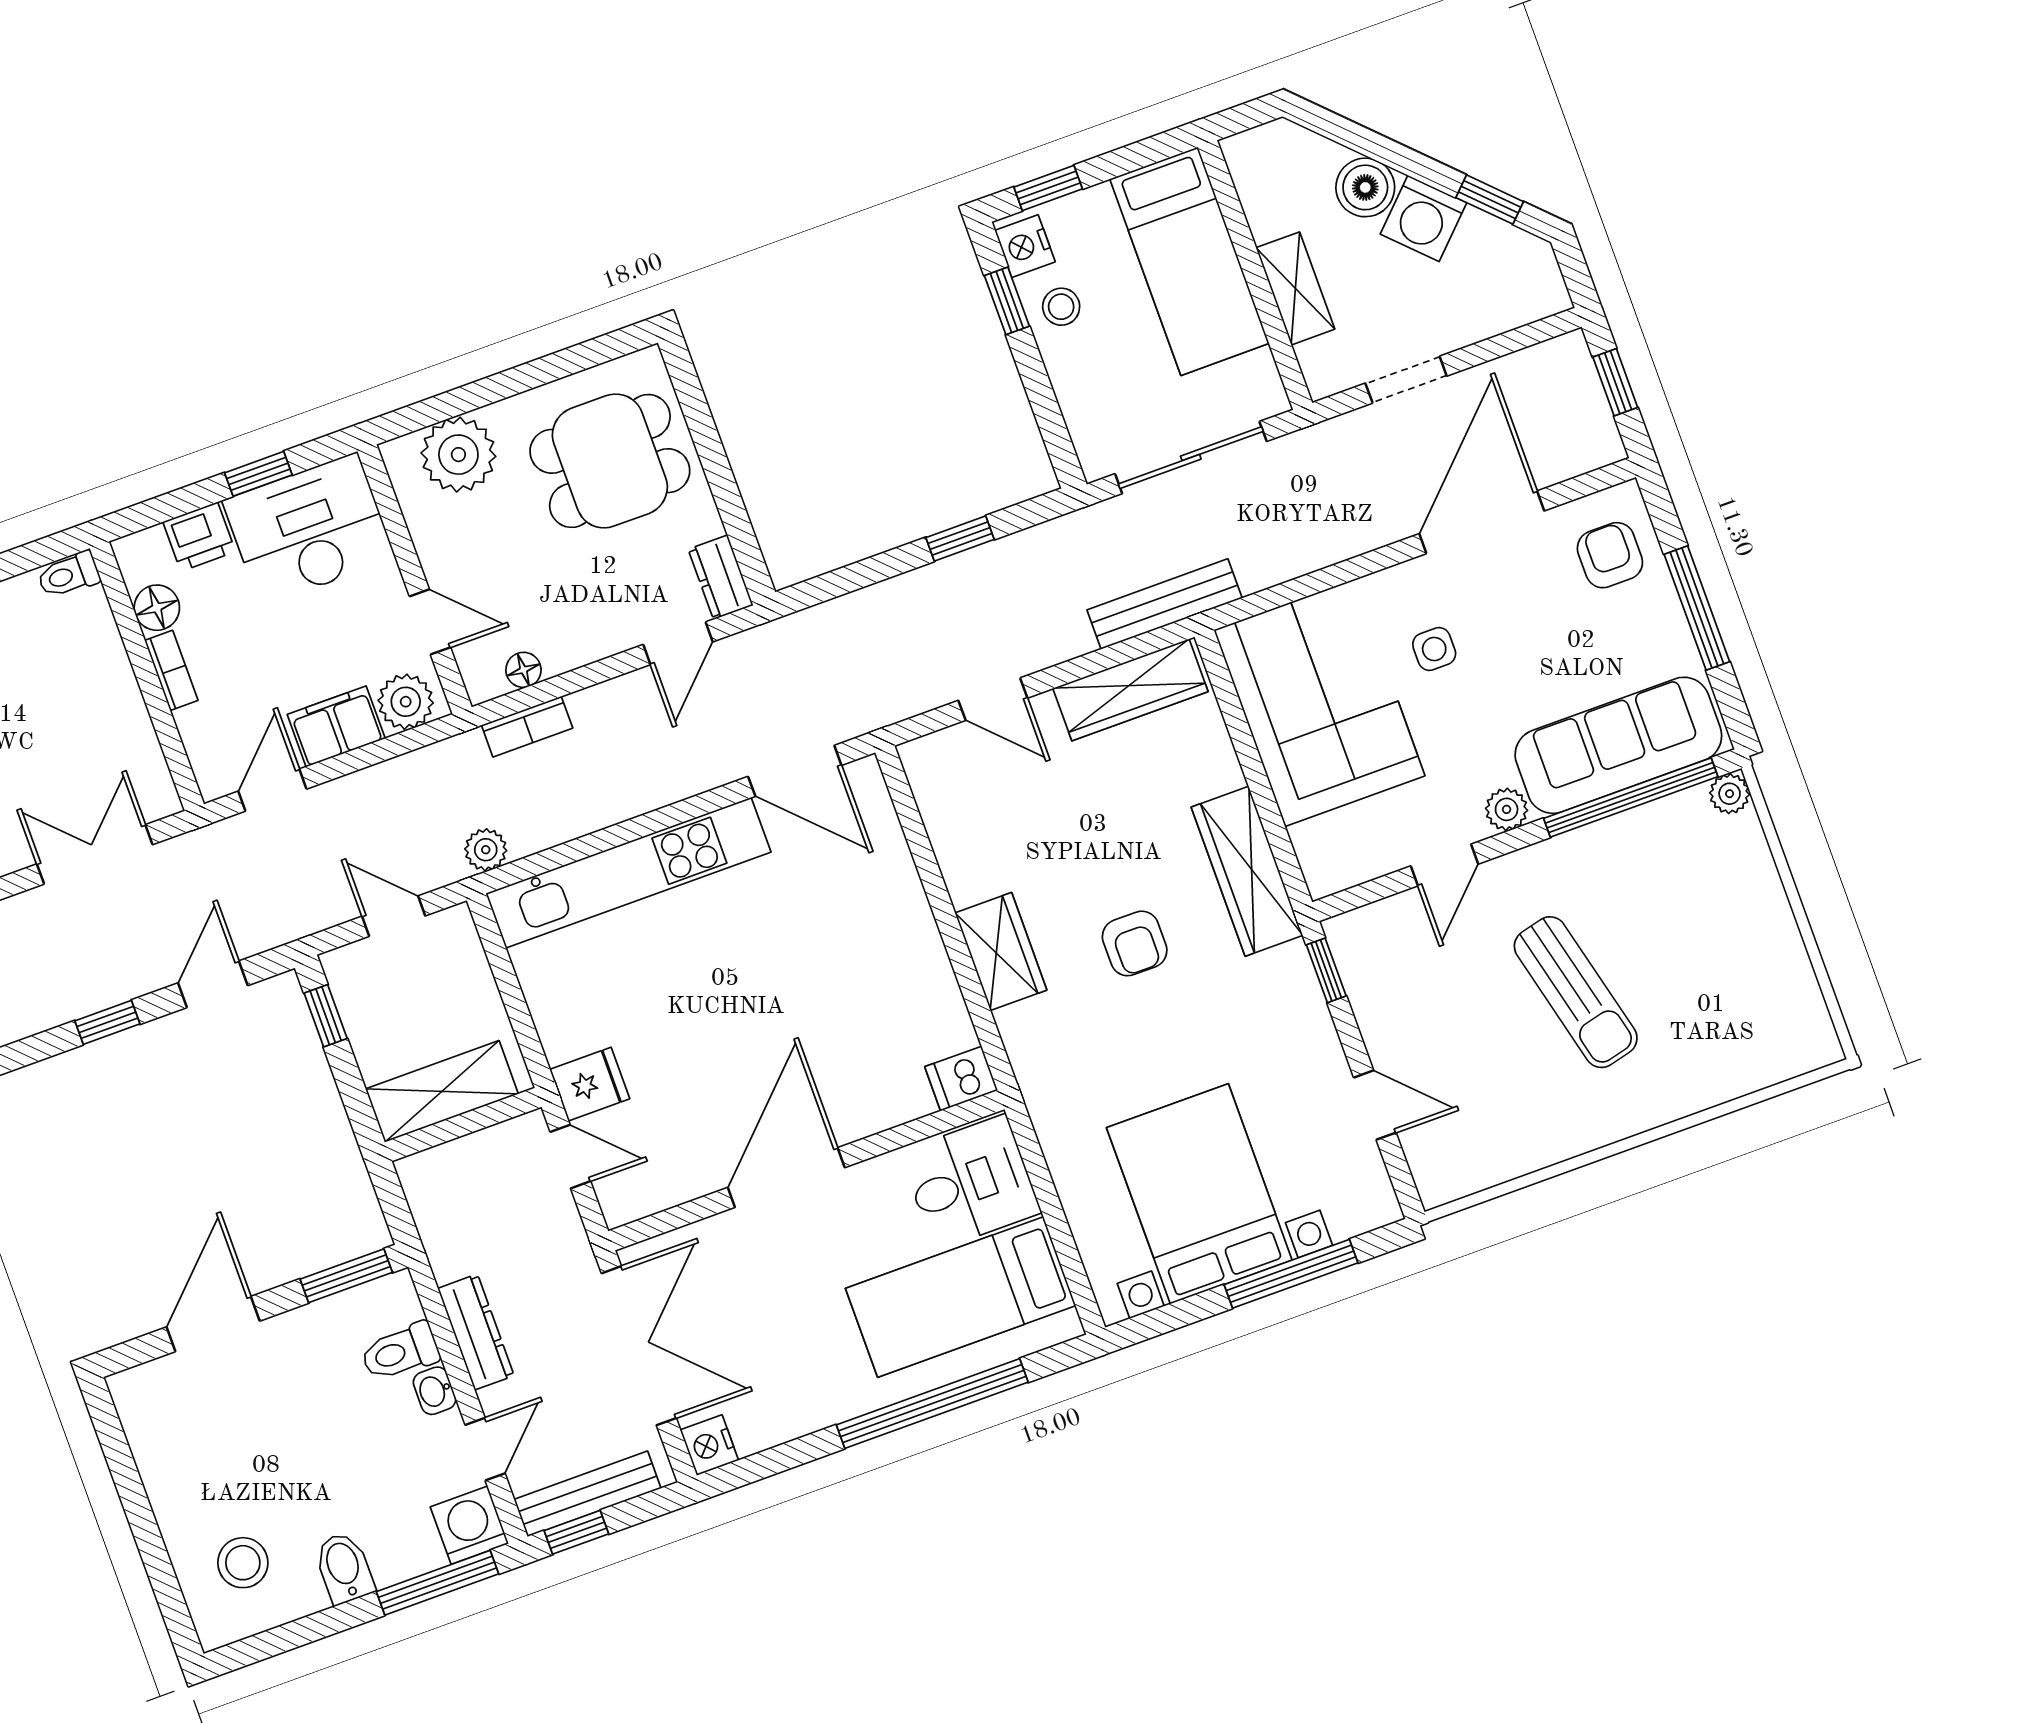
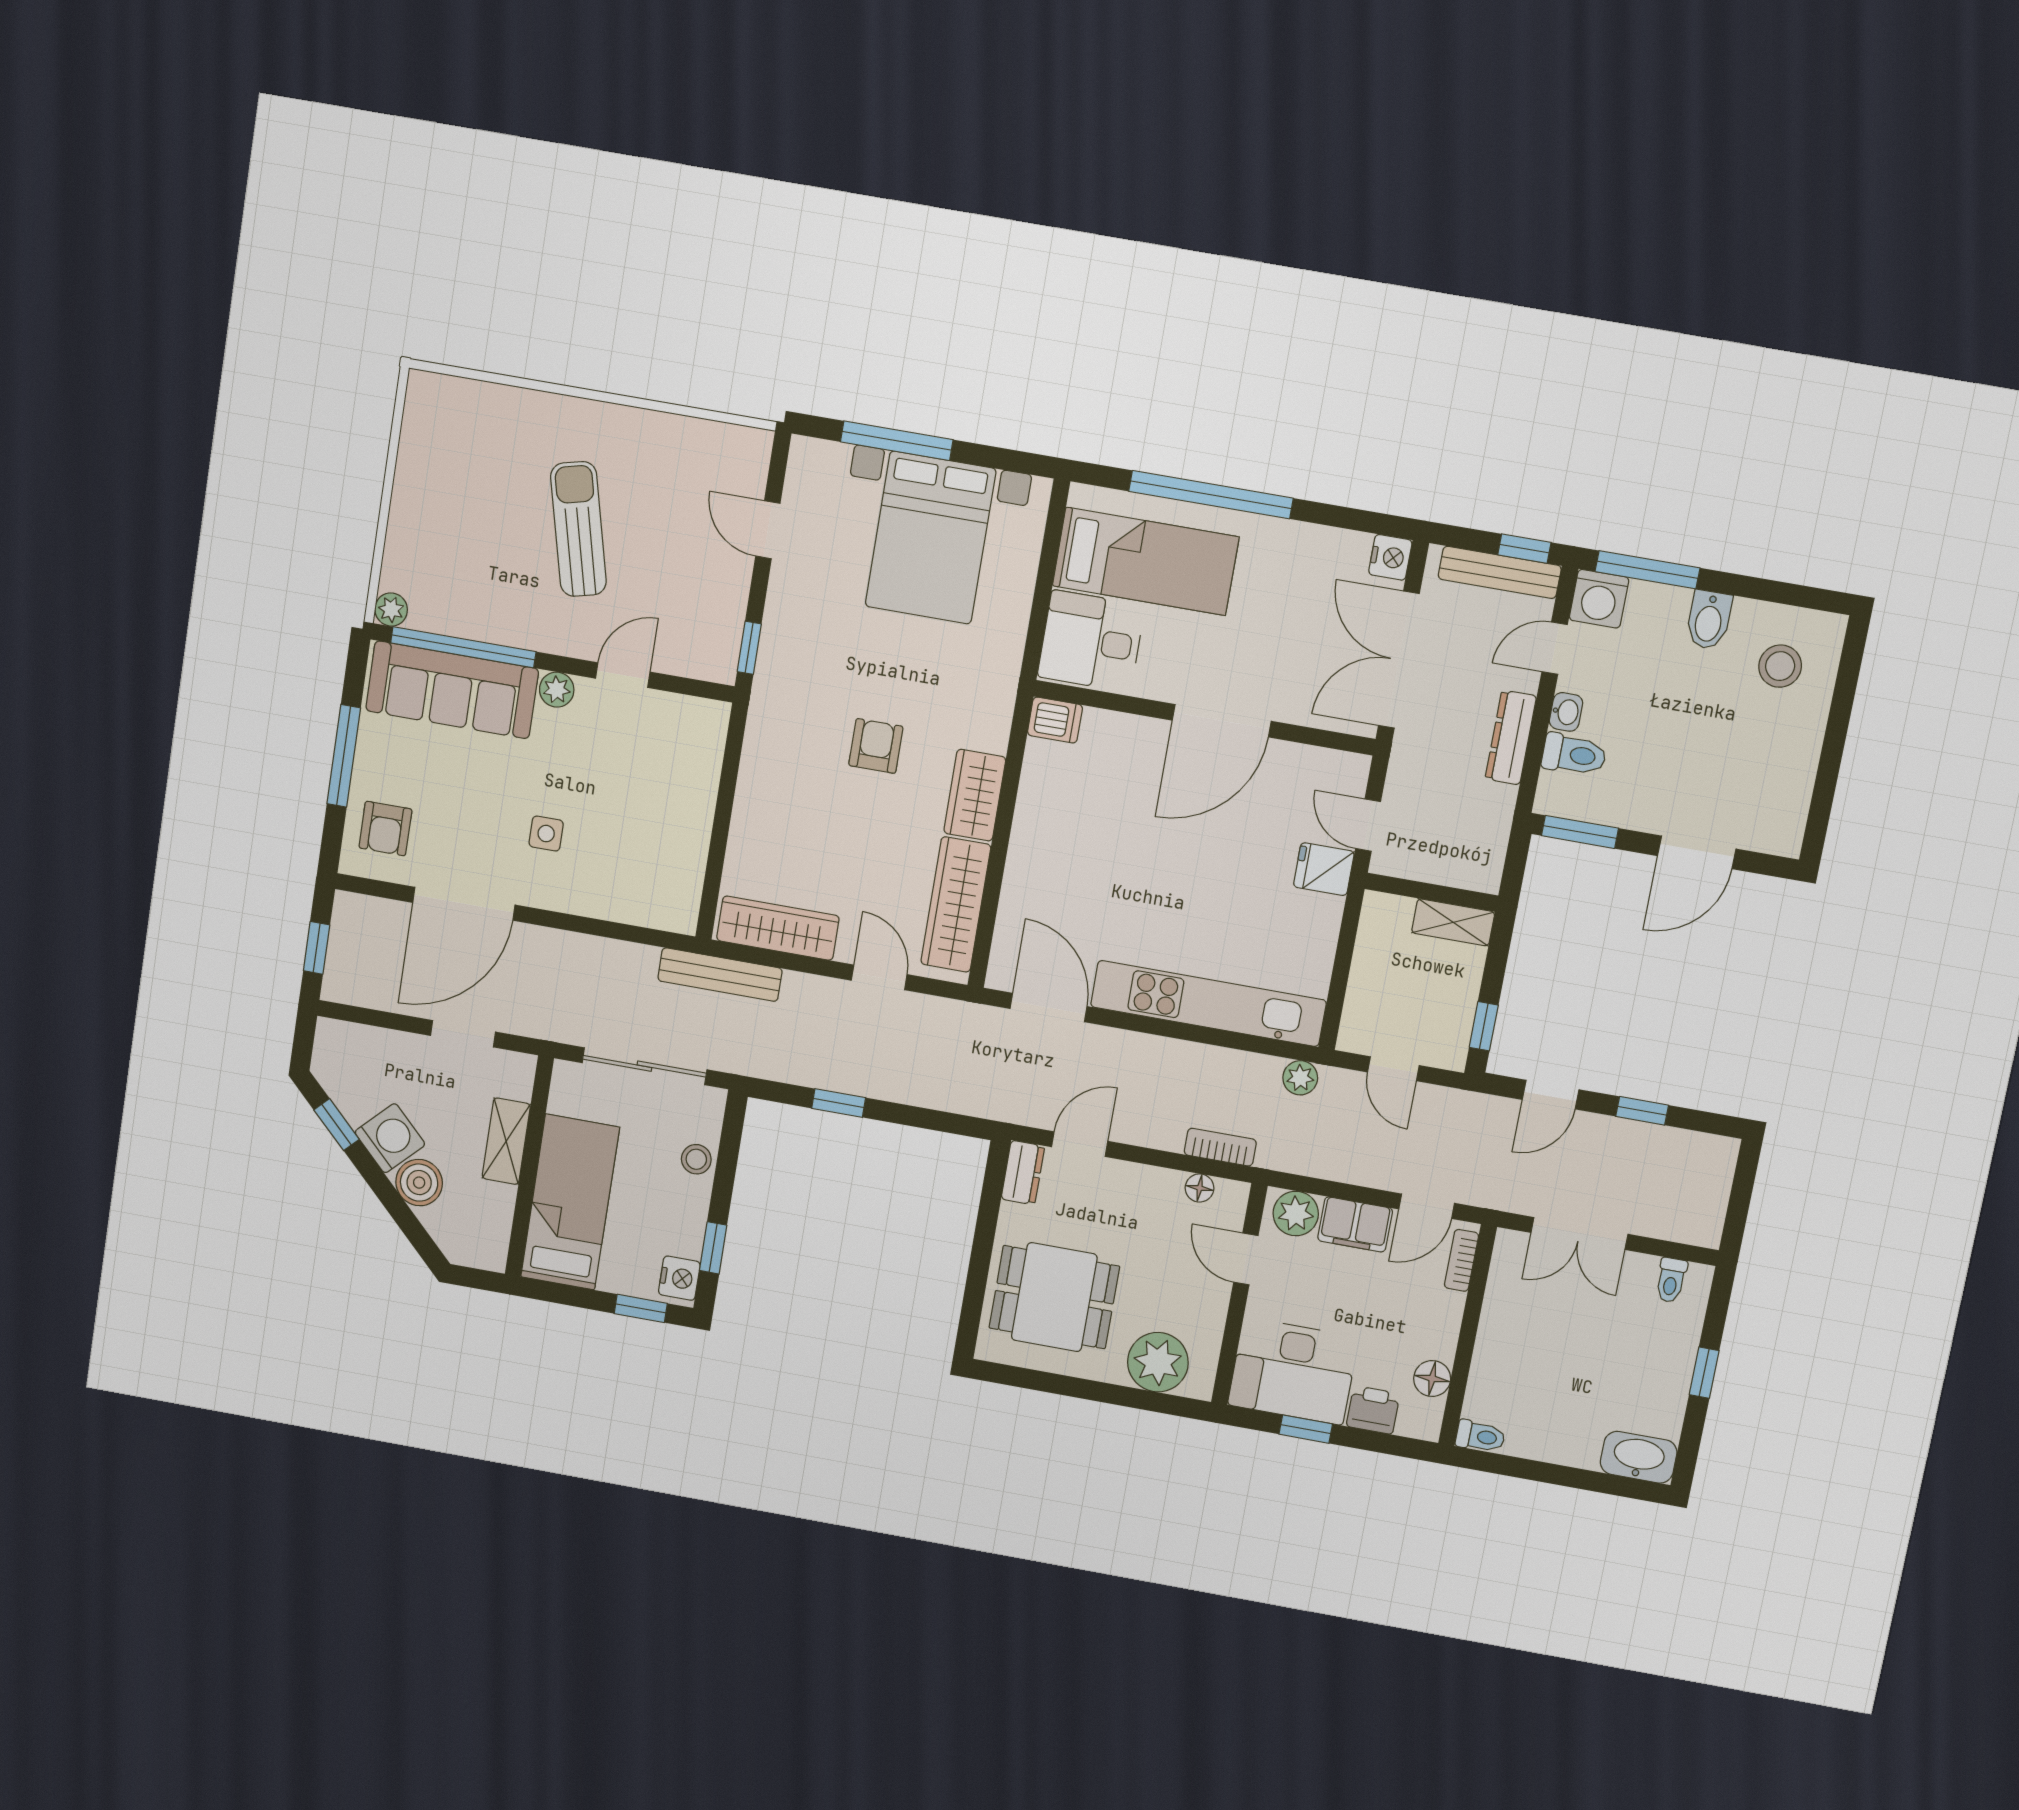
stool: (1061, 307) -> (696, 1159), moved
bookcase: (171, 670) -> (1461, 1260), moved
corner sofa: (1319, 703) -> (649, 842), removed
wardrobe: (1247, 871) -> (956, 905), moved, turned 180
shelving: (442, 1091) -> (1453, 922), width x0.67, depth x0.75

